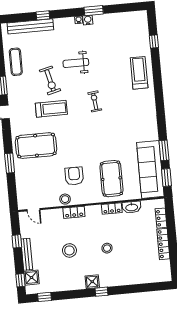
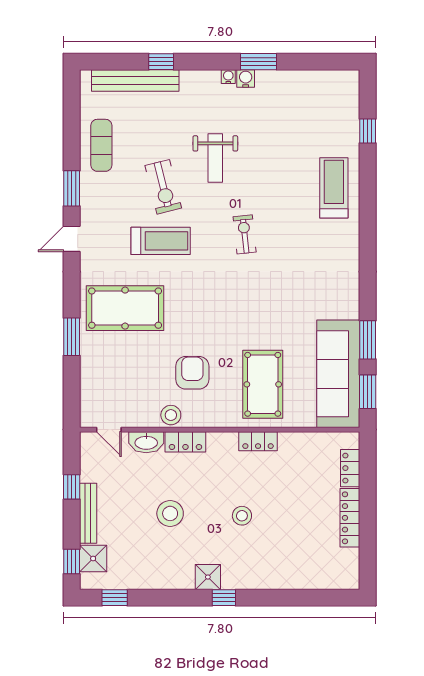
weight bench: (76, 63) -> (215, 158), turned -90
washbasin: (132, 207) -> (146, 442), moved

